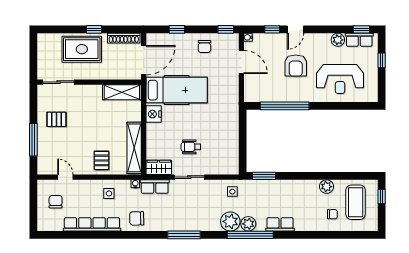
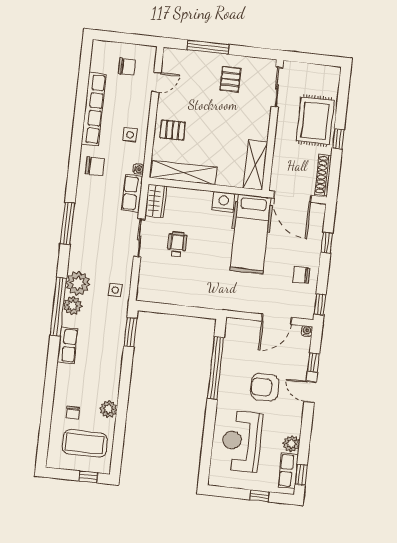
chair: (137, 218) -> (95, 166), turned 91

